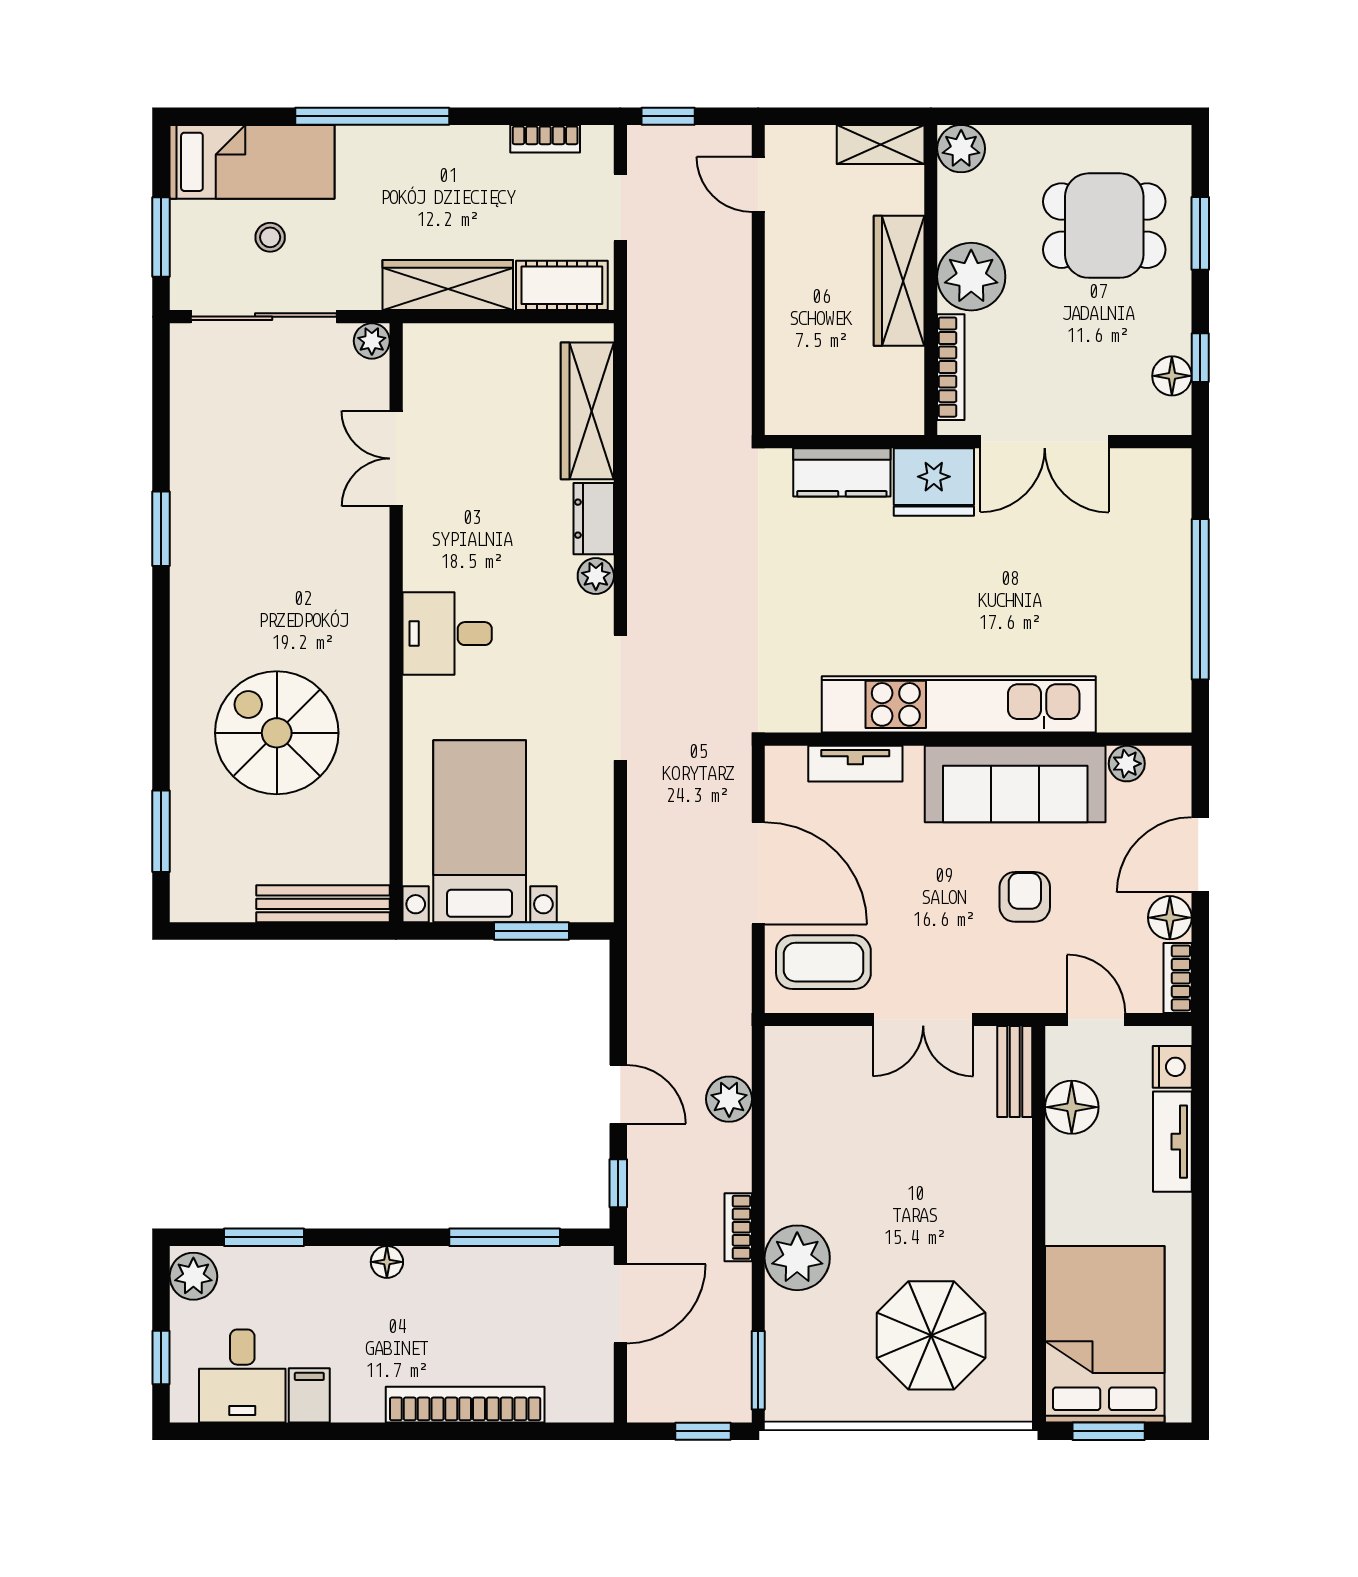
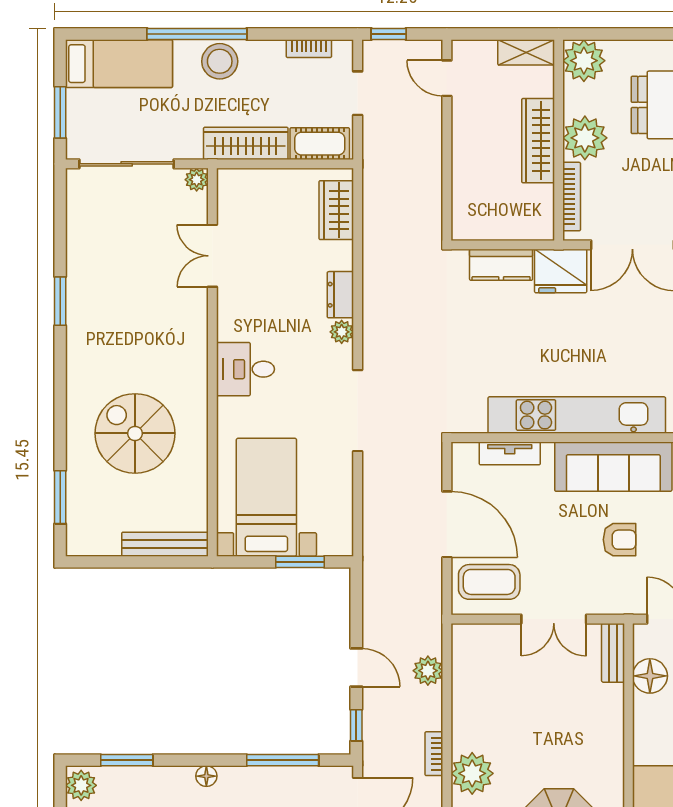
plant: (961, 149) -> (584, 61), width x1.36, depth x1.36
stool: (270, 237) -> (220, 61), moved, width x1.89, depth x1.89
wardrobe: (587, 411) -> (336, 210), width x0.67
armchair: (1025, 897) -> (620, 540), turned 90

